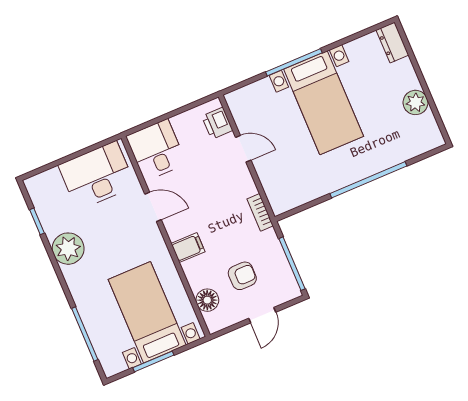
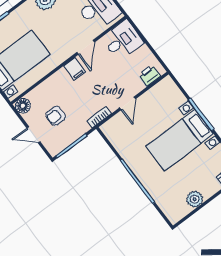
door: (243, 149) -> (128, 103), moved
filing cabinet: (188, 248) -> (75, 69), moved
armchair: (242, 276) -> (56, 116), turned 90
floor lamp: (207, 300) -> (23, 106), moved

